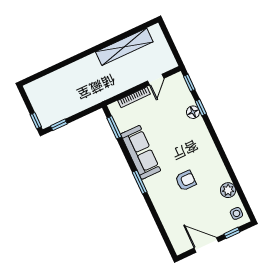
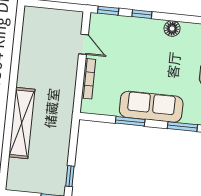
shelving: (124, 47) -> (22, 123), moved
floor lamp: (193, 112) -> (172, 29), moved
window: (114, 127) -> (130, 121), moved

